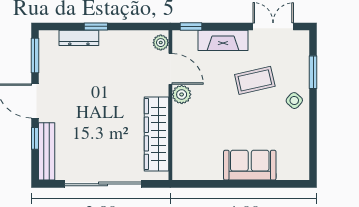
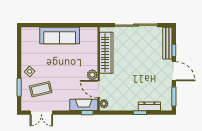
fireplace: (223, 40) -> (84, 105), moved
coffee table: (255, 80) -> (41, 89), moved
sofa: (250, 165) -> (60, 36), width x1.36

